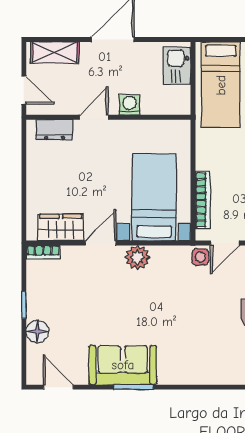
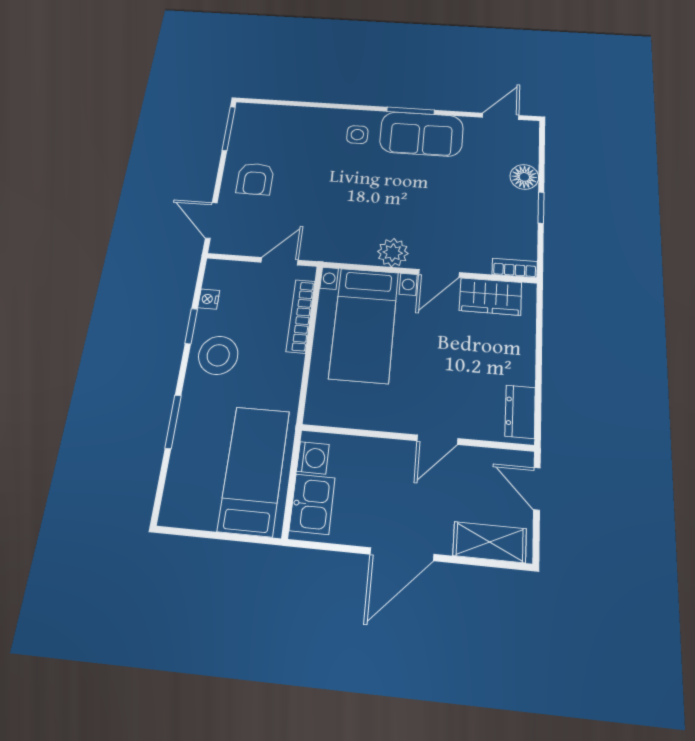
washing machine: (130, 105) -> (313, 458), moved, turned -90
dresser: (55, 130) -> (520, 412), moved, turned -90
side table: (200, 257) -> (357, 135), moved
door: (58, 387) -> (501, 116), swing flipped

